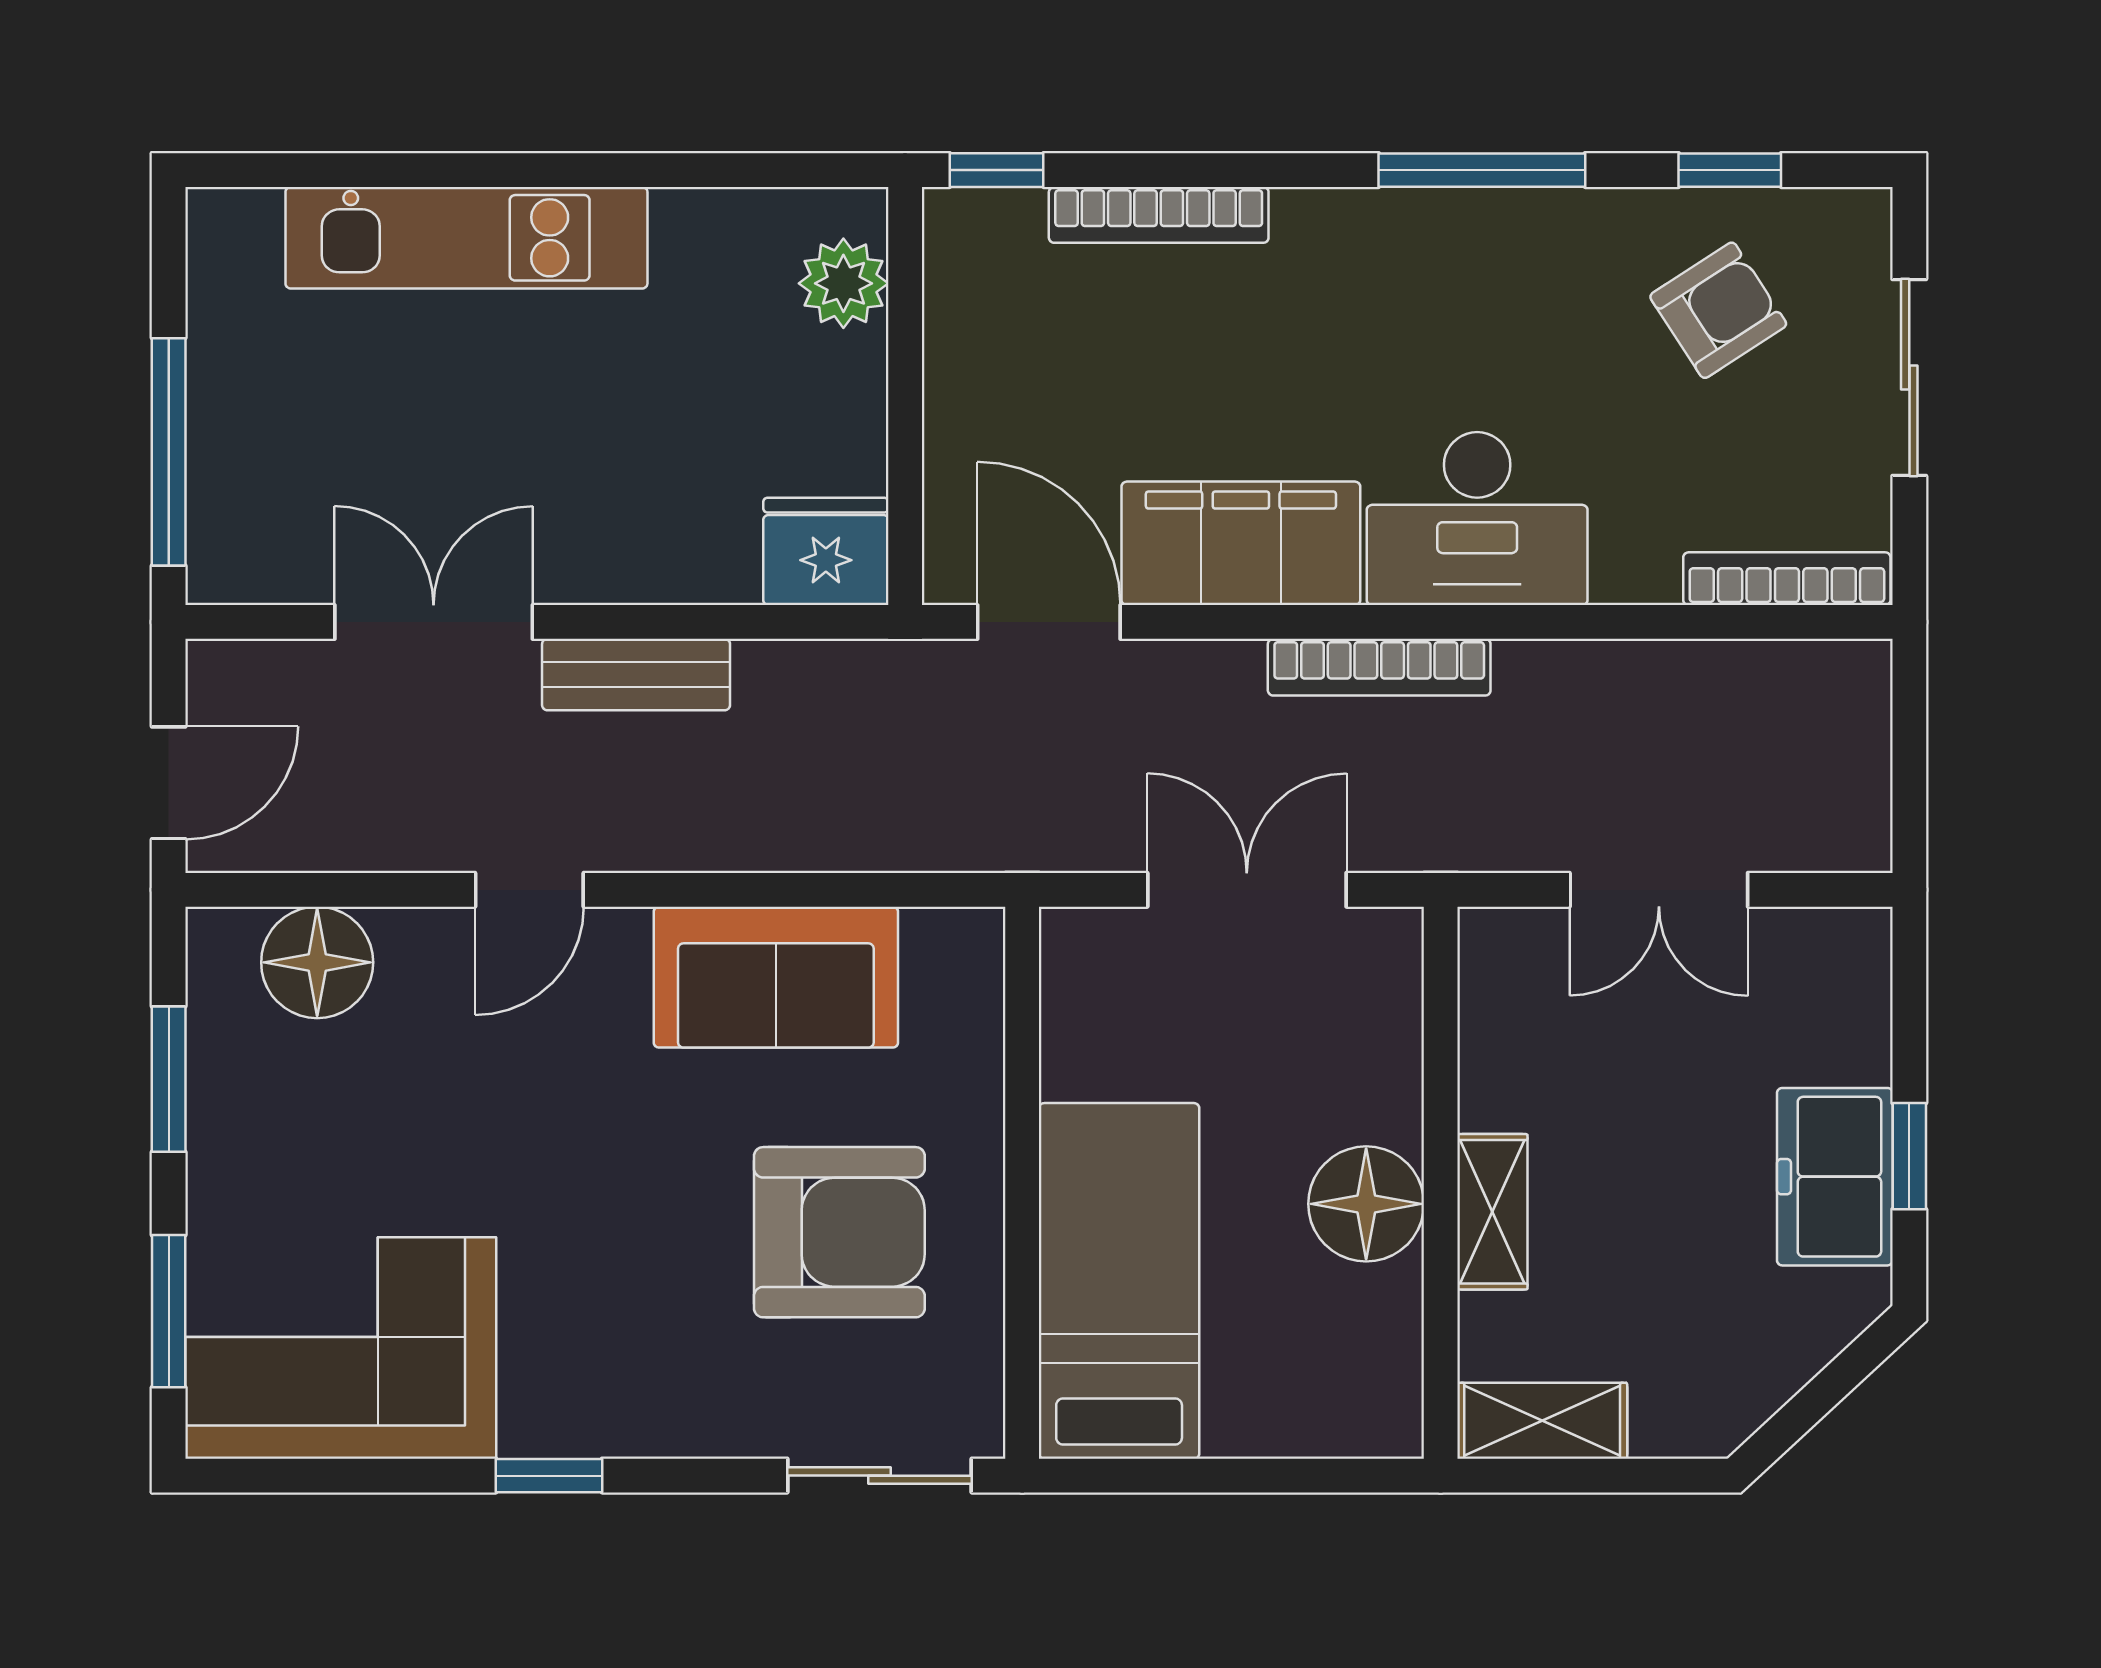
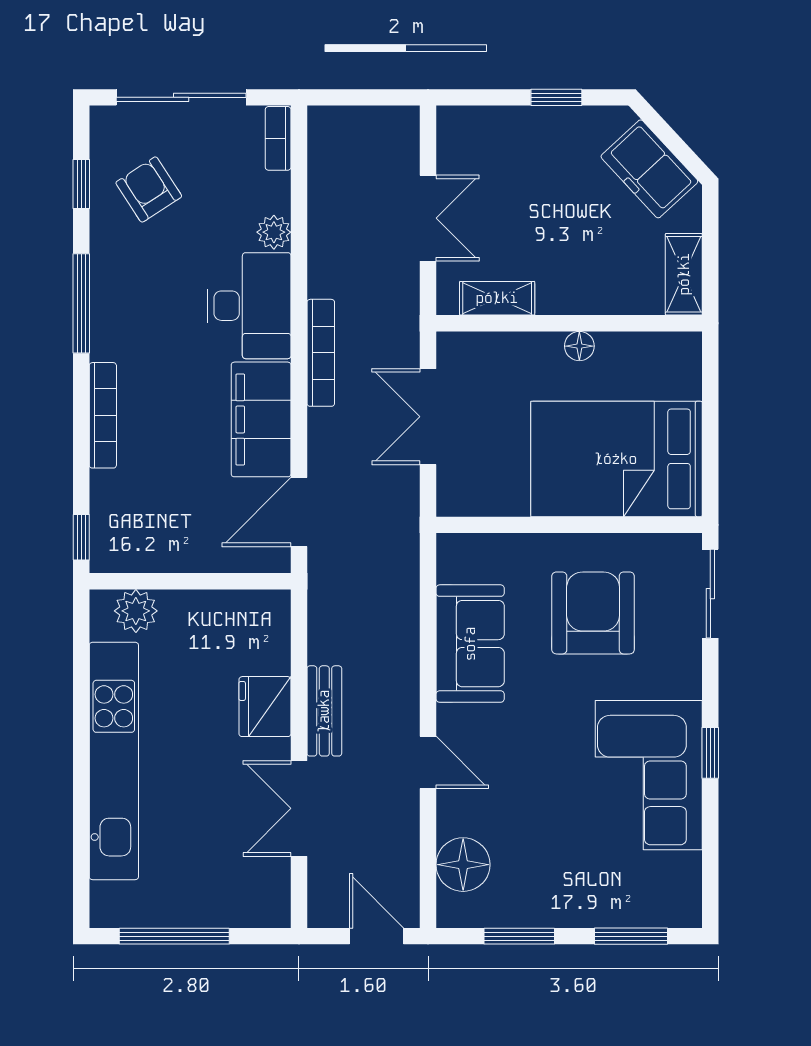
bookcase: (1159, 215) -> (103, 415), moved
kitchen unit: (466, 238) -> (114, 761), width x1.36
sliding door: (1909, 377) -> (181, 97), width x1.37
window: (169, 452) -> (174, 936), moved
fridge: (826, 551) -> (265, 707), moved
plant: (1630, 570) -> (274, 232), added
bookcase: (1787, 579) -> (278, 138), width x0.64
freezer: (1835, 1177) -> (649, 169), moved, turned 47
floor lamp: (1366, 1204) -> (579, 346), width x0.53, depth x0.53
shelving: (1492, 1212) -> (497, 298), moved
bed: (1119, 1281) -> (616, 459), width x1.50
corner sofa: (341, 1348) -> (649, 775), moved

